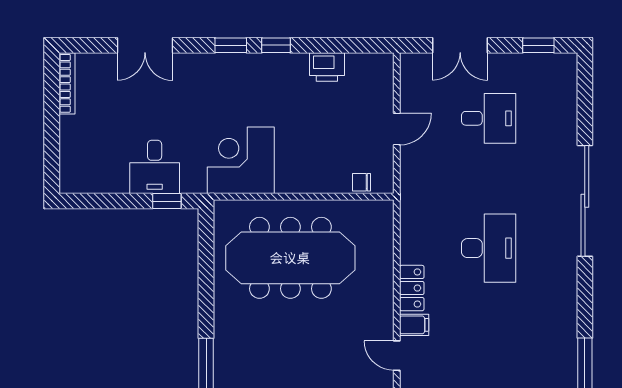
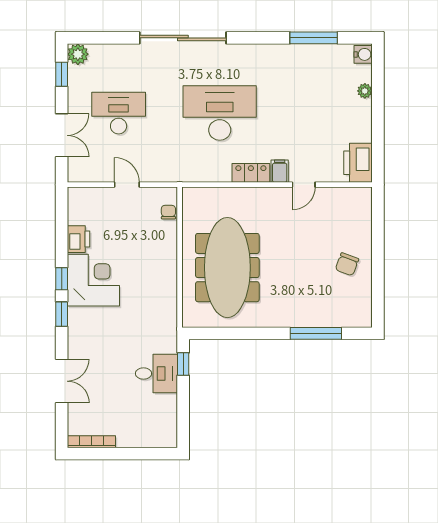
plant: (564, 66) -> (78, 54), added
desk: (489, 118) -> (119, 113), width x1.37
corner desk: (241, 160) -> (93, 280), moved, turned 180
chair: (361, 182) -> (168, 212), turned 180
desk: (489, 248) -> (220, 113), width x1.36, depth x1.30

